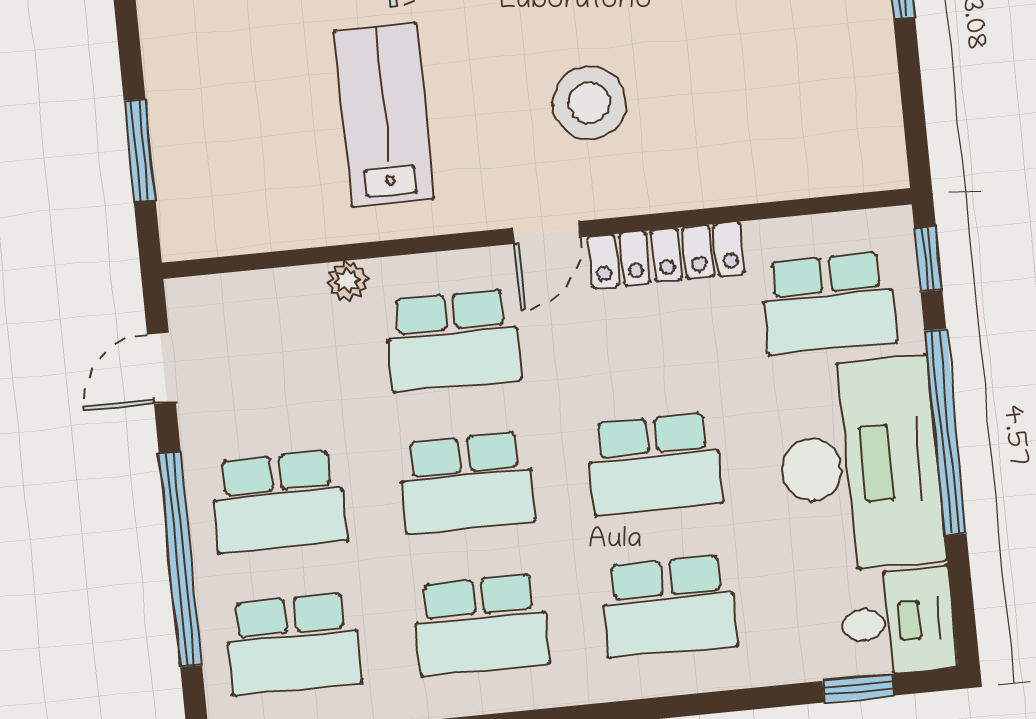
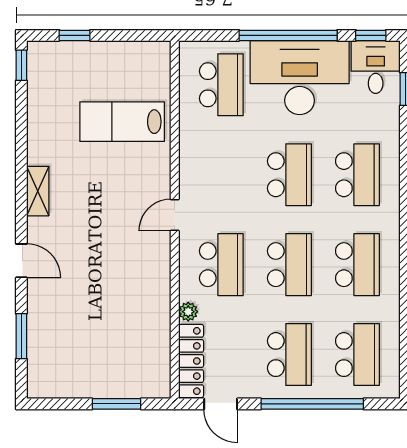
stool: (589, 103) -> (115, 189), removed
lab bench: (384, 115) -> (122, 122), moved
door: (547, 233) -> (175, 215), swing flipped
locker: (666, 255) -> (191, 361), moved
window: (928, 259) -> (371, 35), moved

